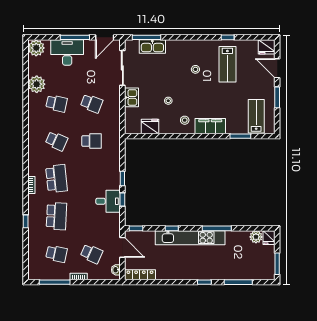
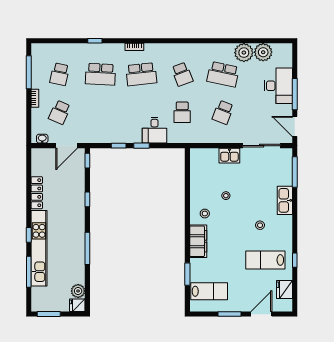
kitchen sink: (152, 47) -> (285, 200), moved
fridge: (267, 47) -> (284, 289), moved
plant: (36, 48) -> (263, 52), moved
school desk: (56, 103) -> (223, 74), width x1.85
fridge: (150, 127) -> (198, 176), removed
school desk: (56, 141) -> (182, 74), turned -45
desk: (108, 201) -> (154, 130), moved
kitchen unit: (190, 238) -> (39, 248), moved, turned 180
locker: (140, 275) -> (37, 193), moved

